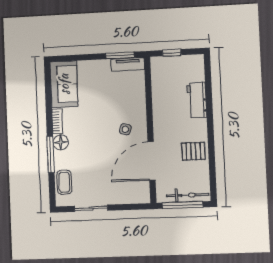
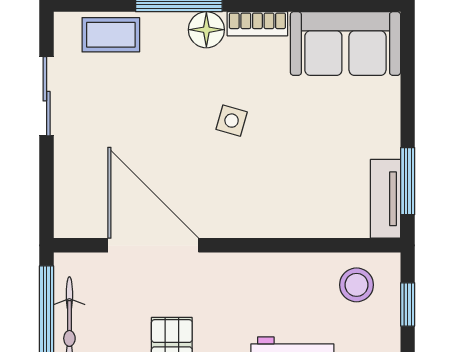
stool: (164, 75) -> (357, 285), added
side table: (125, 129) -> (232, 121), moved

